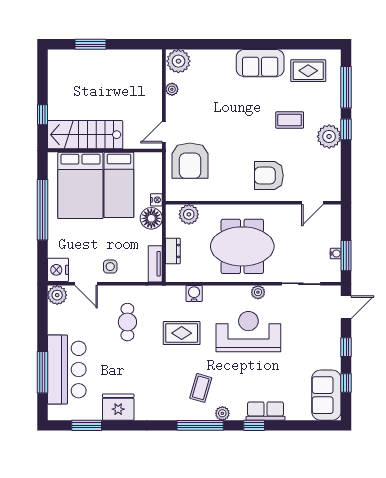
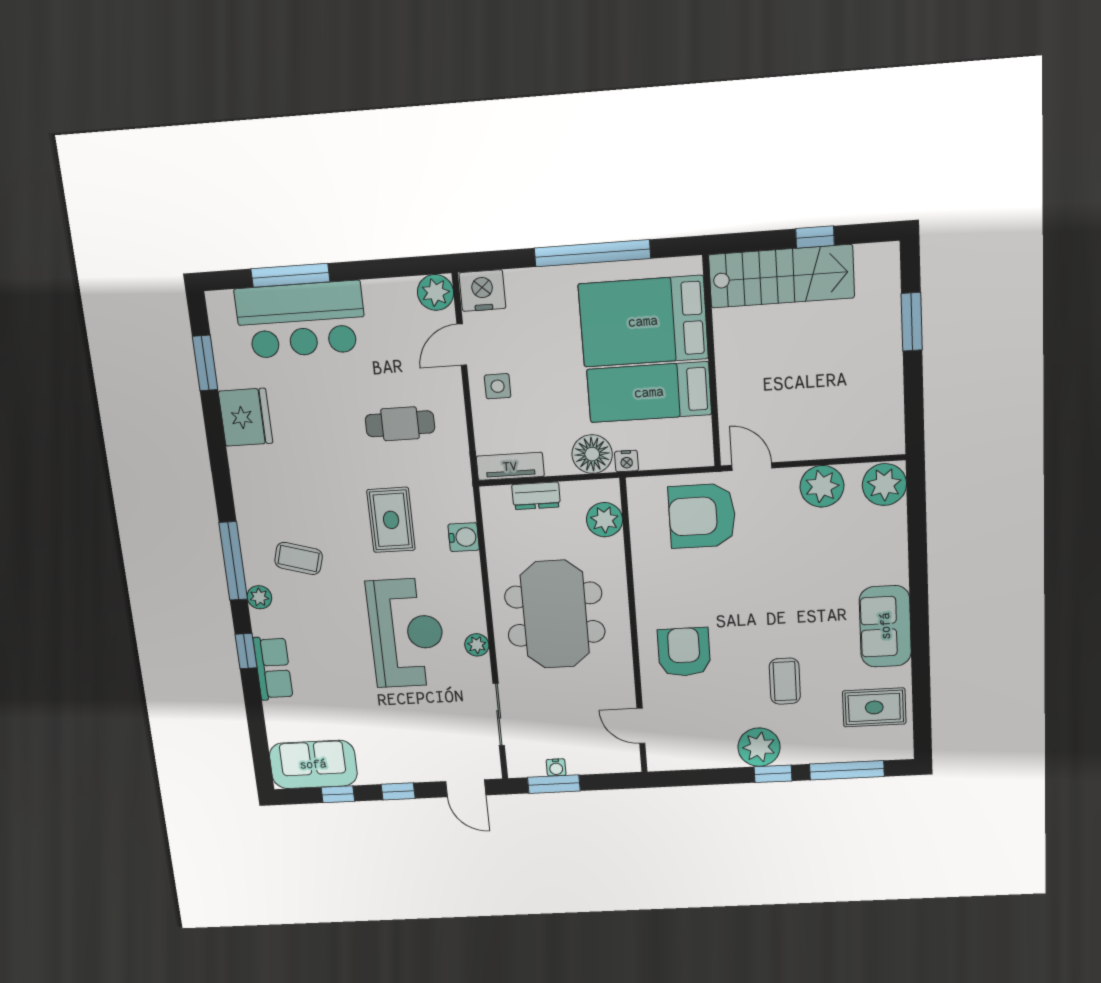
rug: (308, 71) -> (874, 707), turned 90
plant: (172, 89) -> (822, 486), width x1.88, depth x1.88
window: (42, 115) -> (815, 237), moved
stairs: (85, 135) -> (782, 276), moved, turned 90

